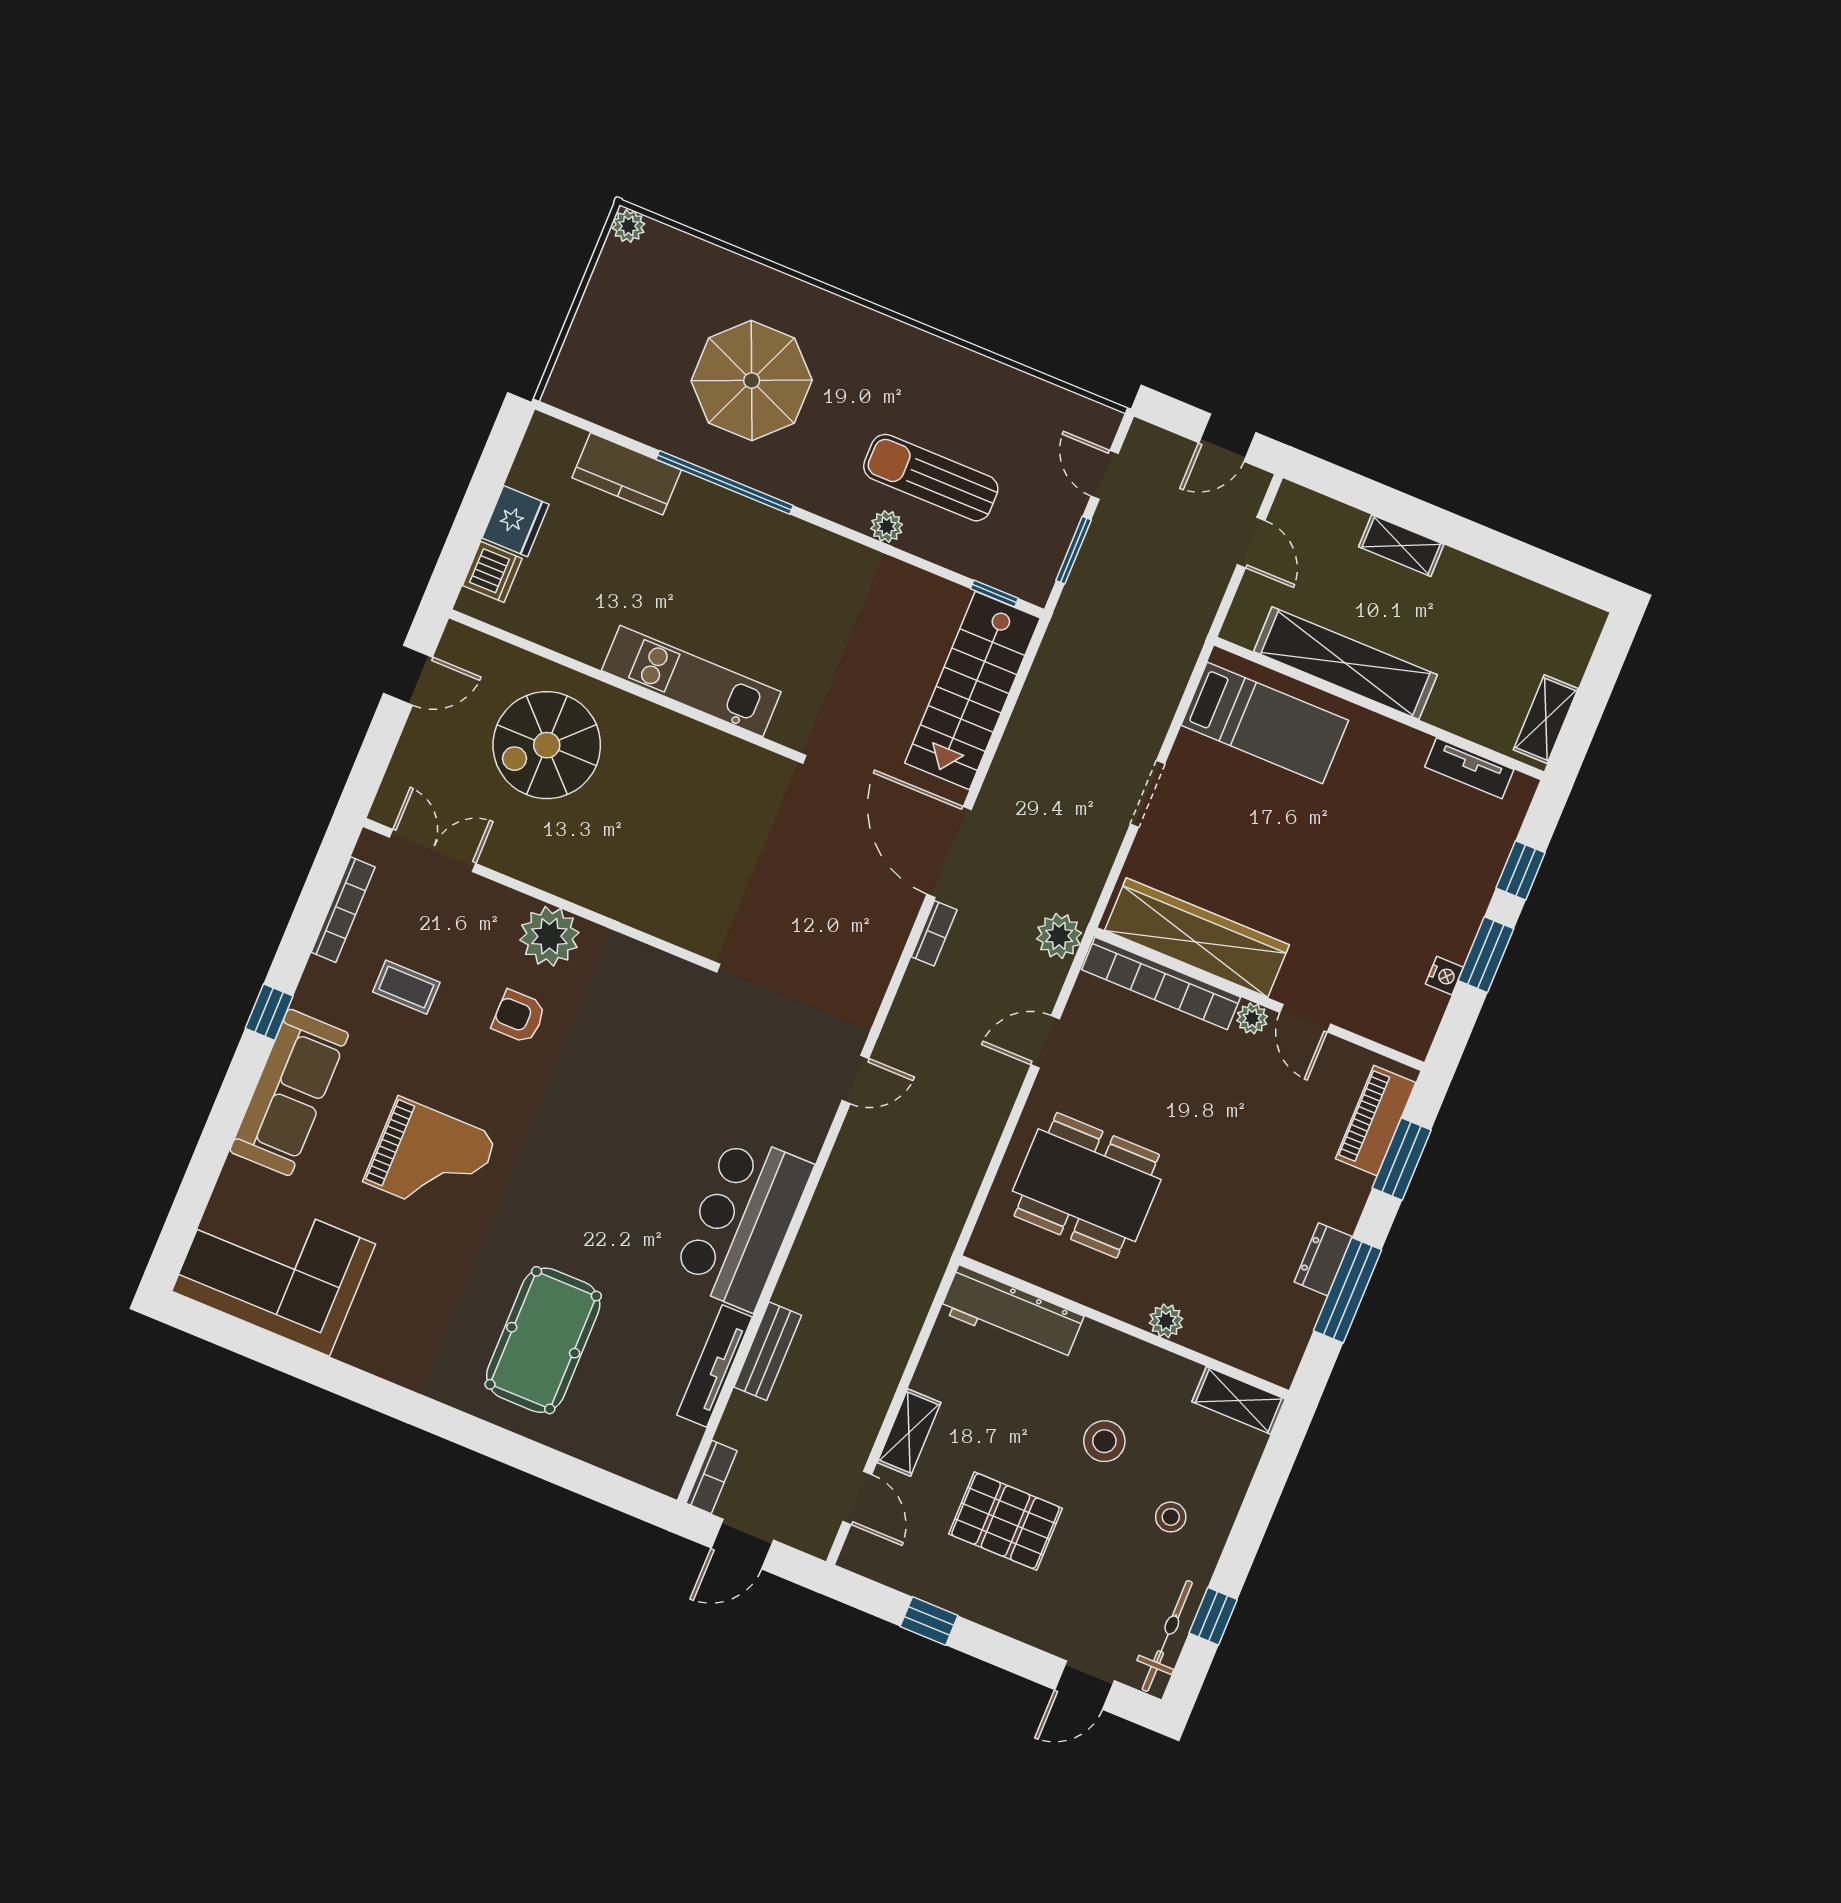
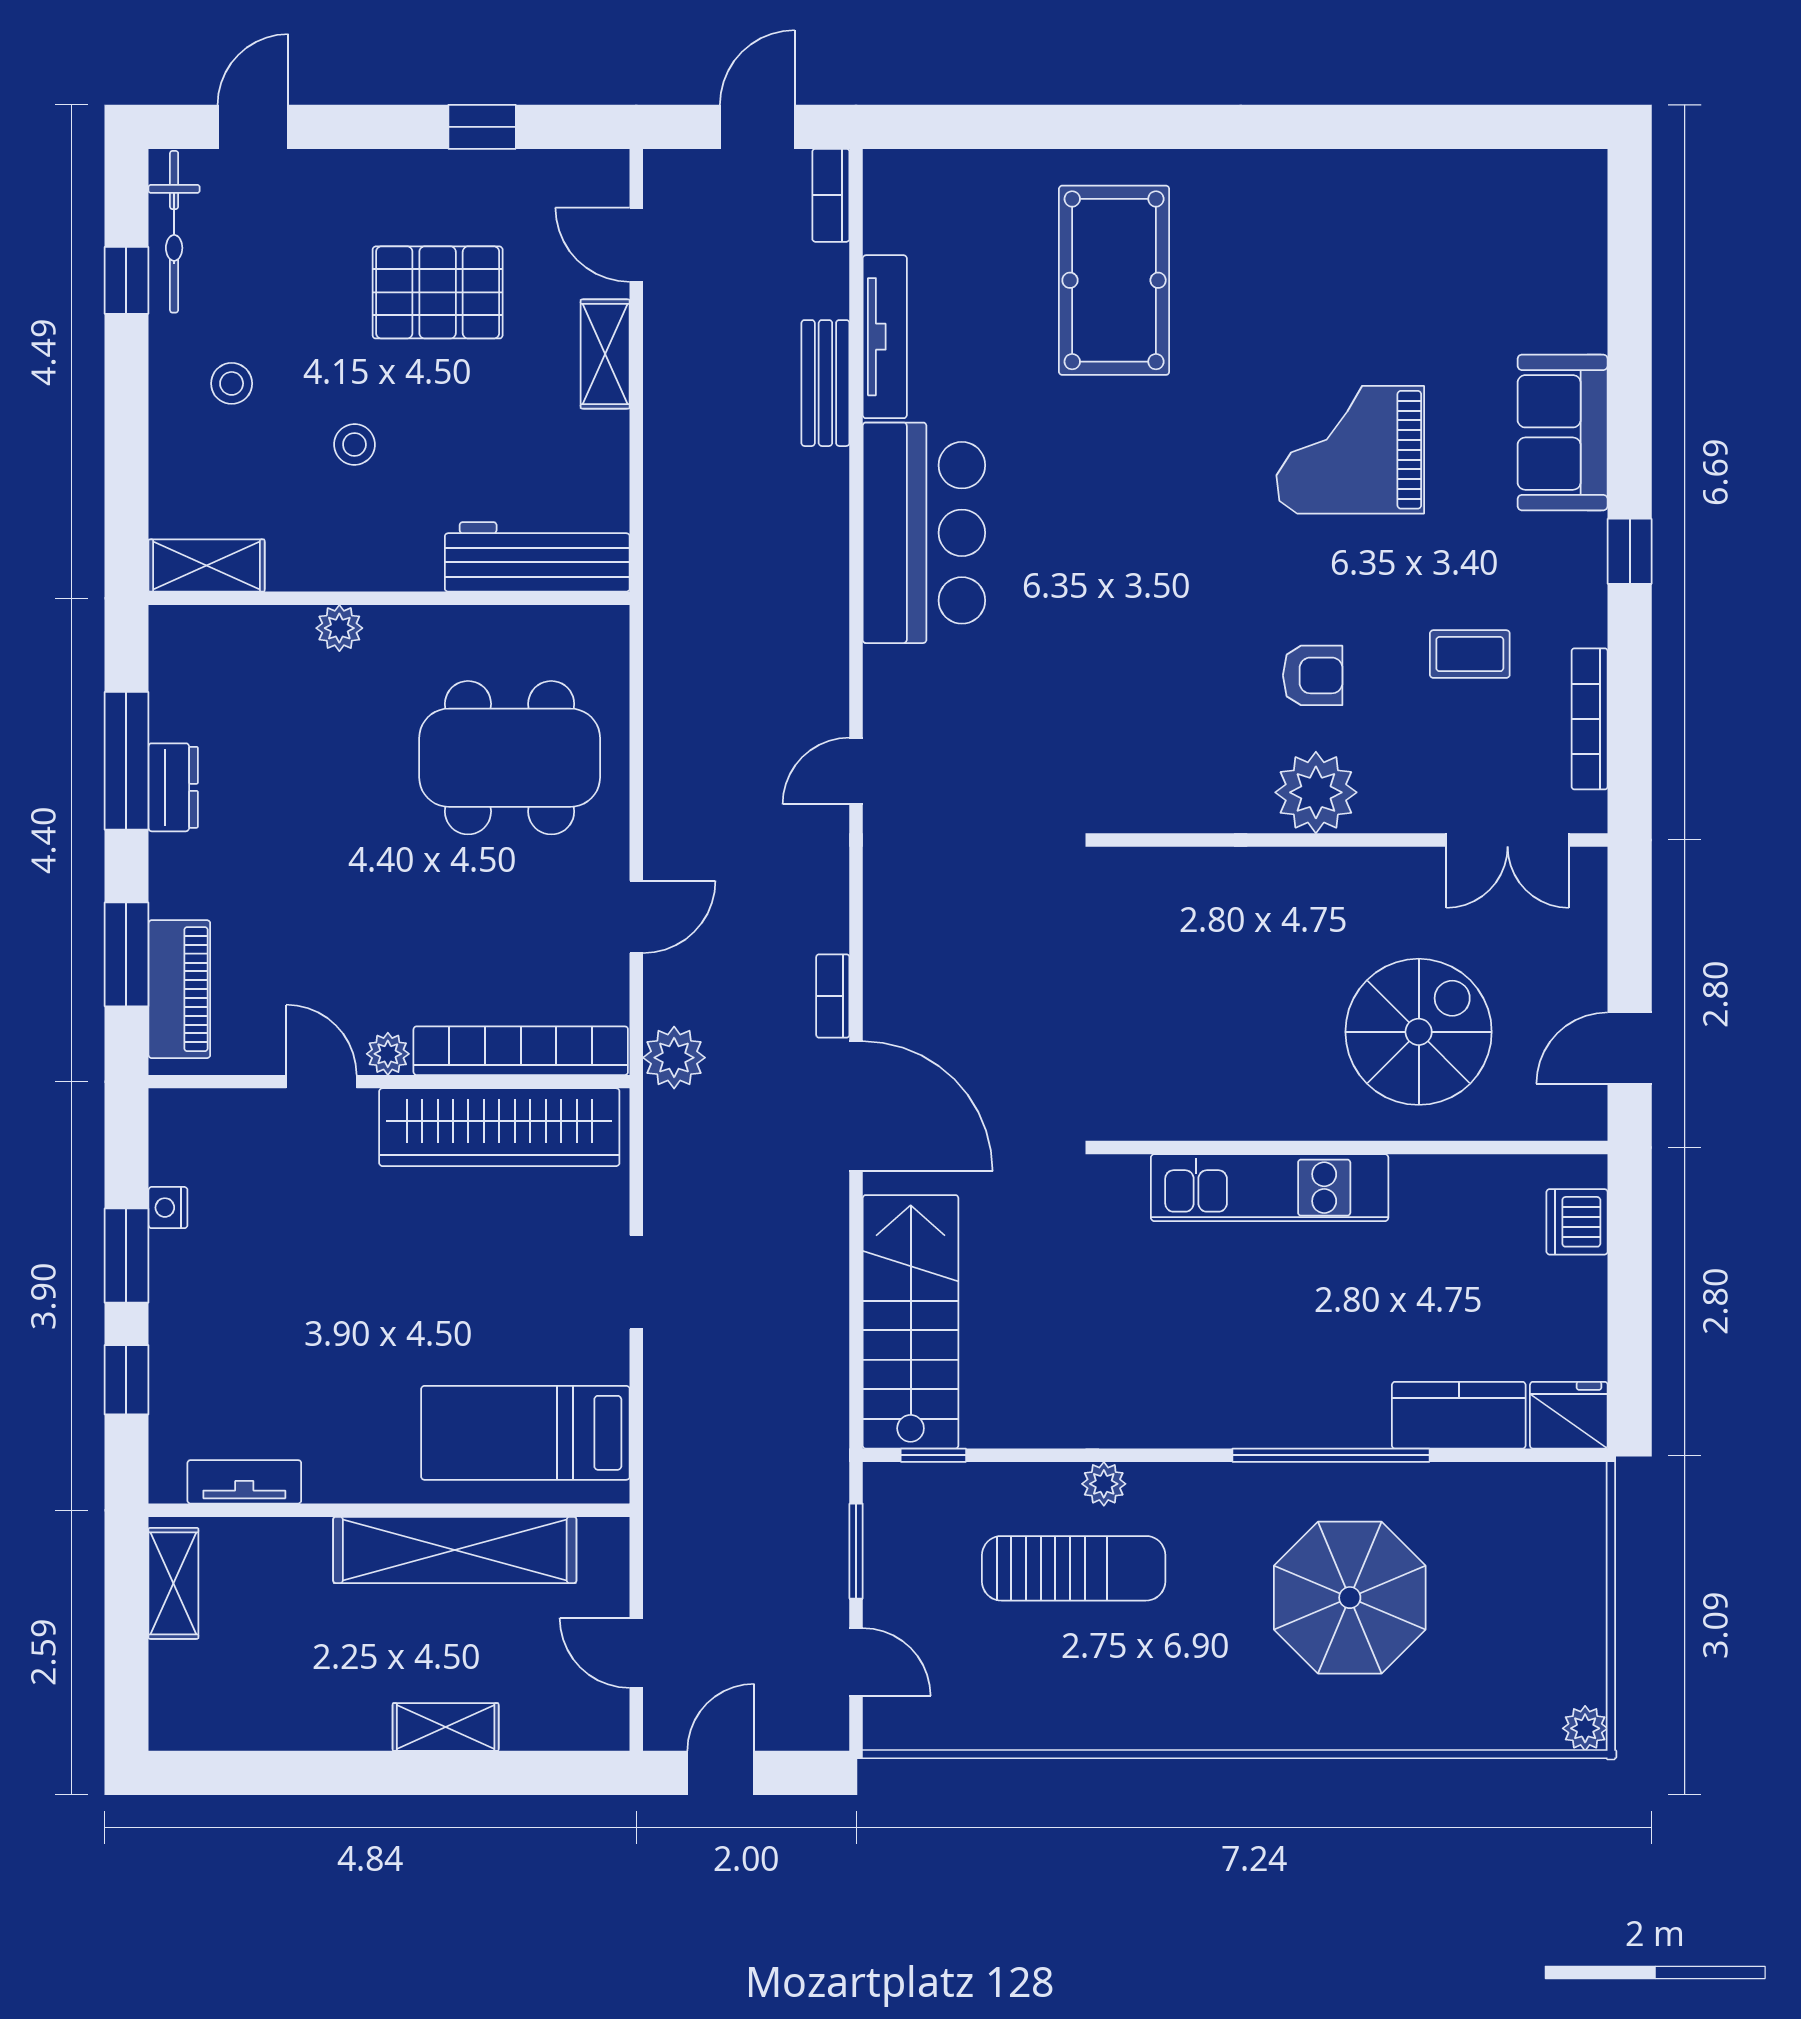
fridge: (516, 521) -> (1569, 1415), moved, turned 90
sofa: (289, 1092) -> (1563, 432), width x0.73
corner sofa: (274, 1268) -> (1491, 232), removed
stool: (1104, 1441) -> (354, 444), width x0.73, depth x0.73

